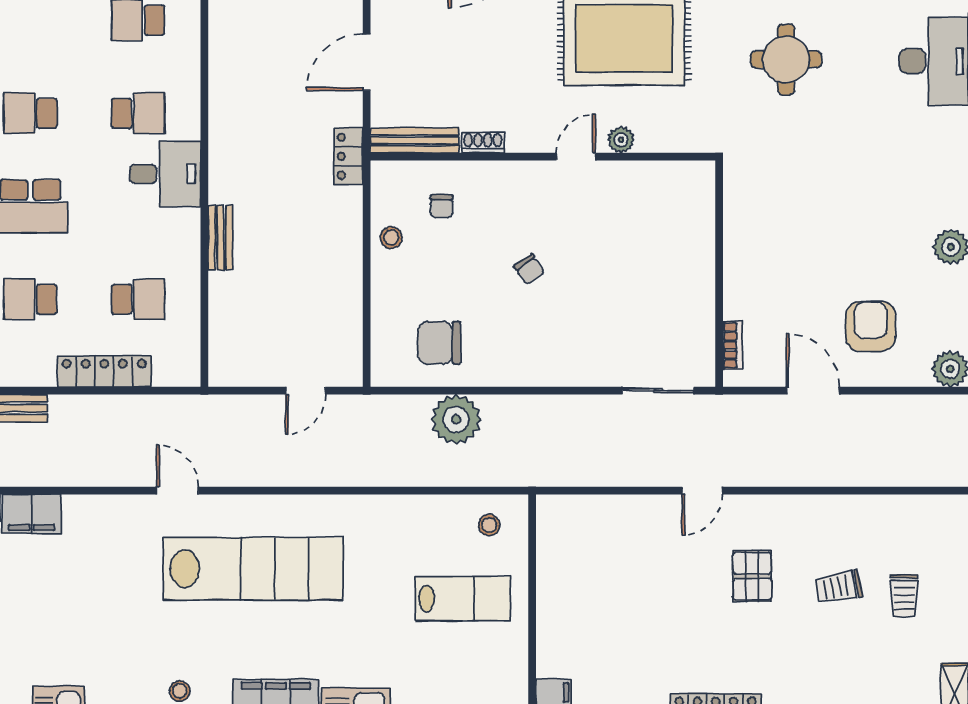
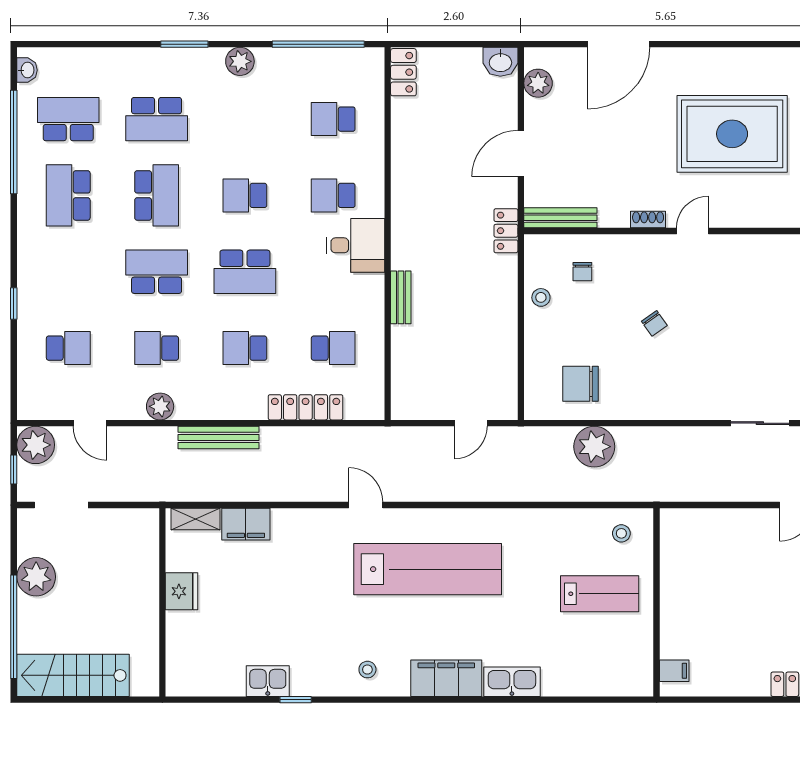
school desk: (138, 113) -> (333, 195), turned 180
plant: (621, 140) -> (730, 217), removed
shoe rack: (483, 143) -> (648, 219), moved

